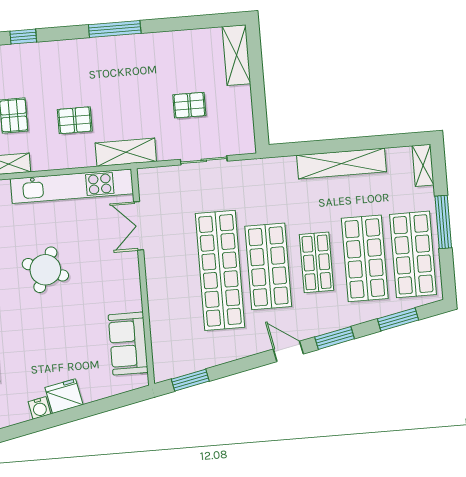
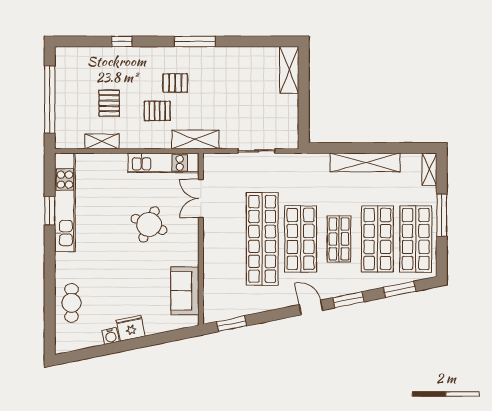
pallet: (189, 105) -> (175, 83), moved
kitchen unit: (72, 186) -> (163, 163), width x0.73
round table: (45, 270) -> (149, 224), moved

